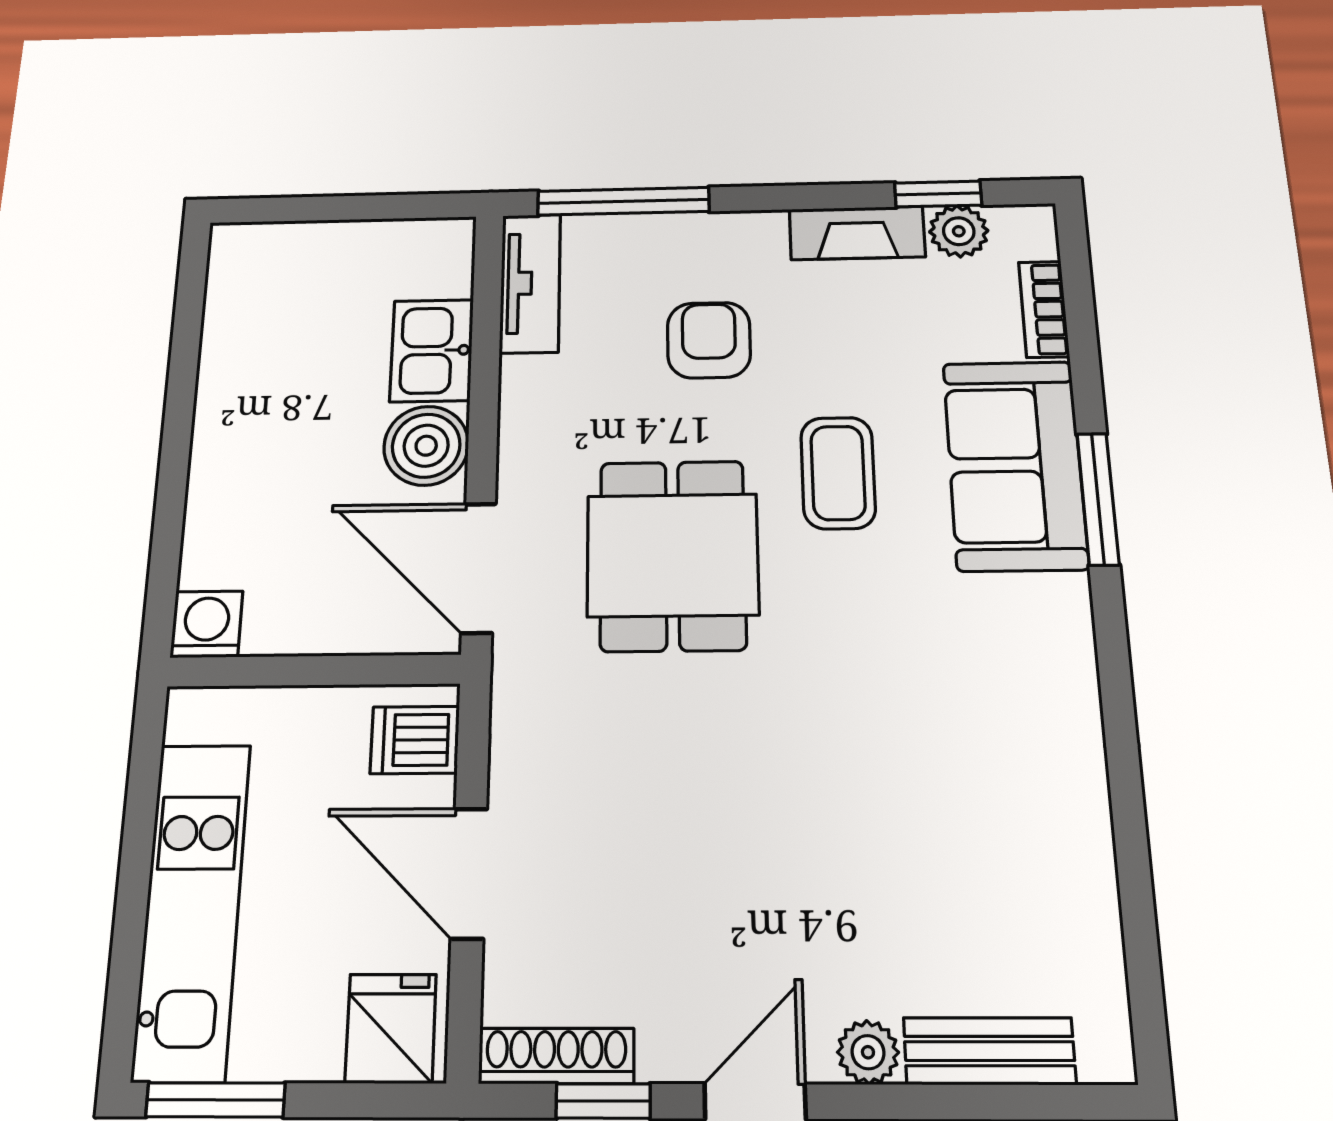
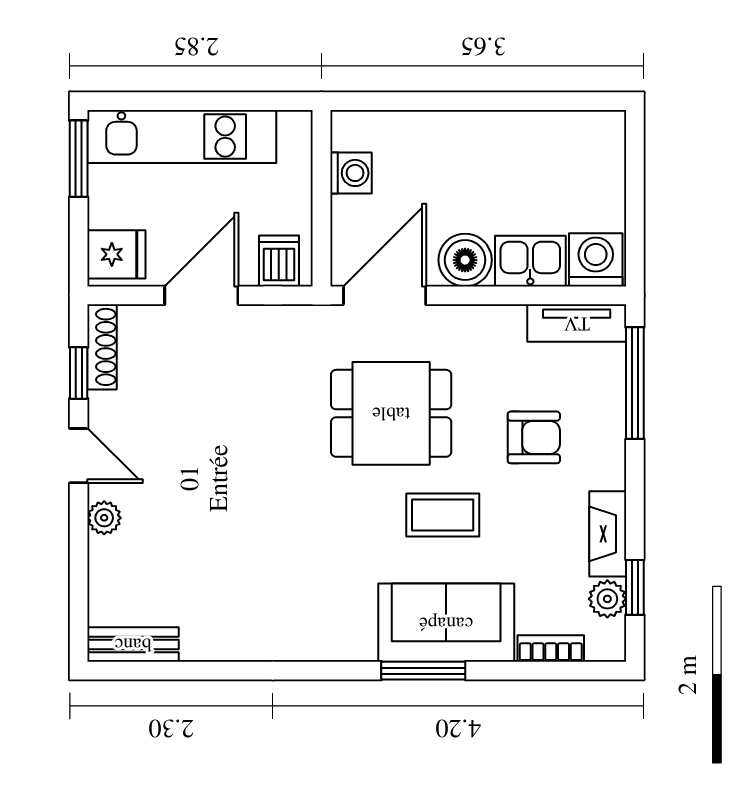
washing machine: (434, 259) -> (596, 260), added
washing machine: (207, 624) -> (351, 173), moved
bench: (989, 1051) -> (133, 644), moved, turned 90

